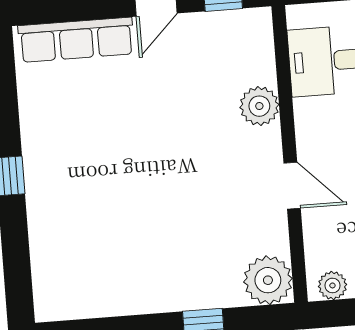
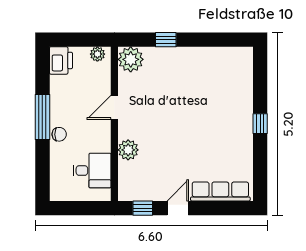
door: (292, 186) -> (114, 107), hinge flipped

